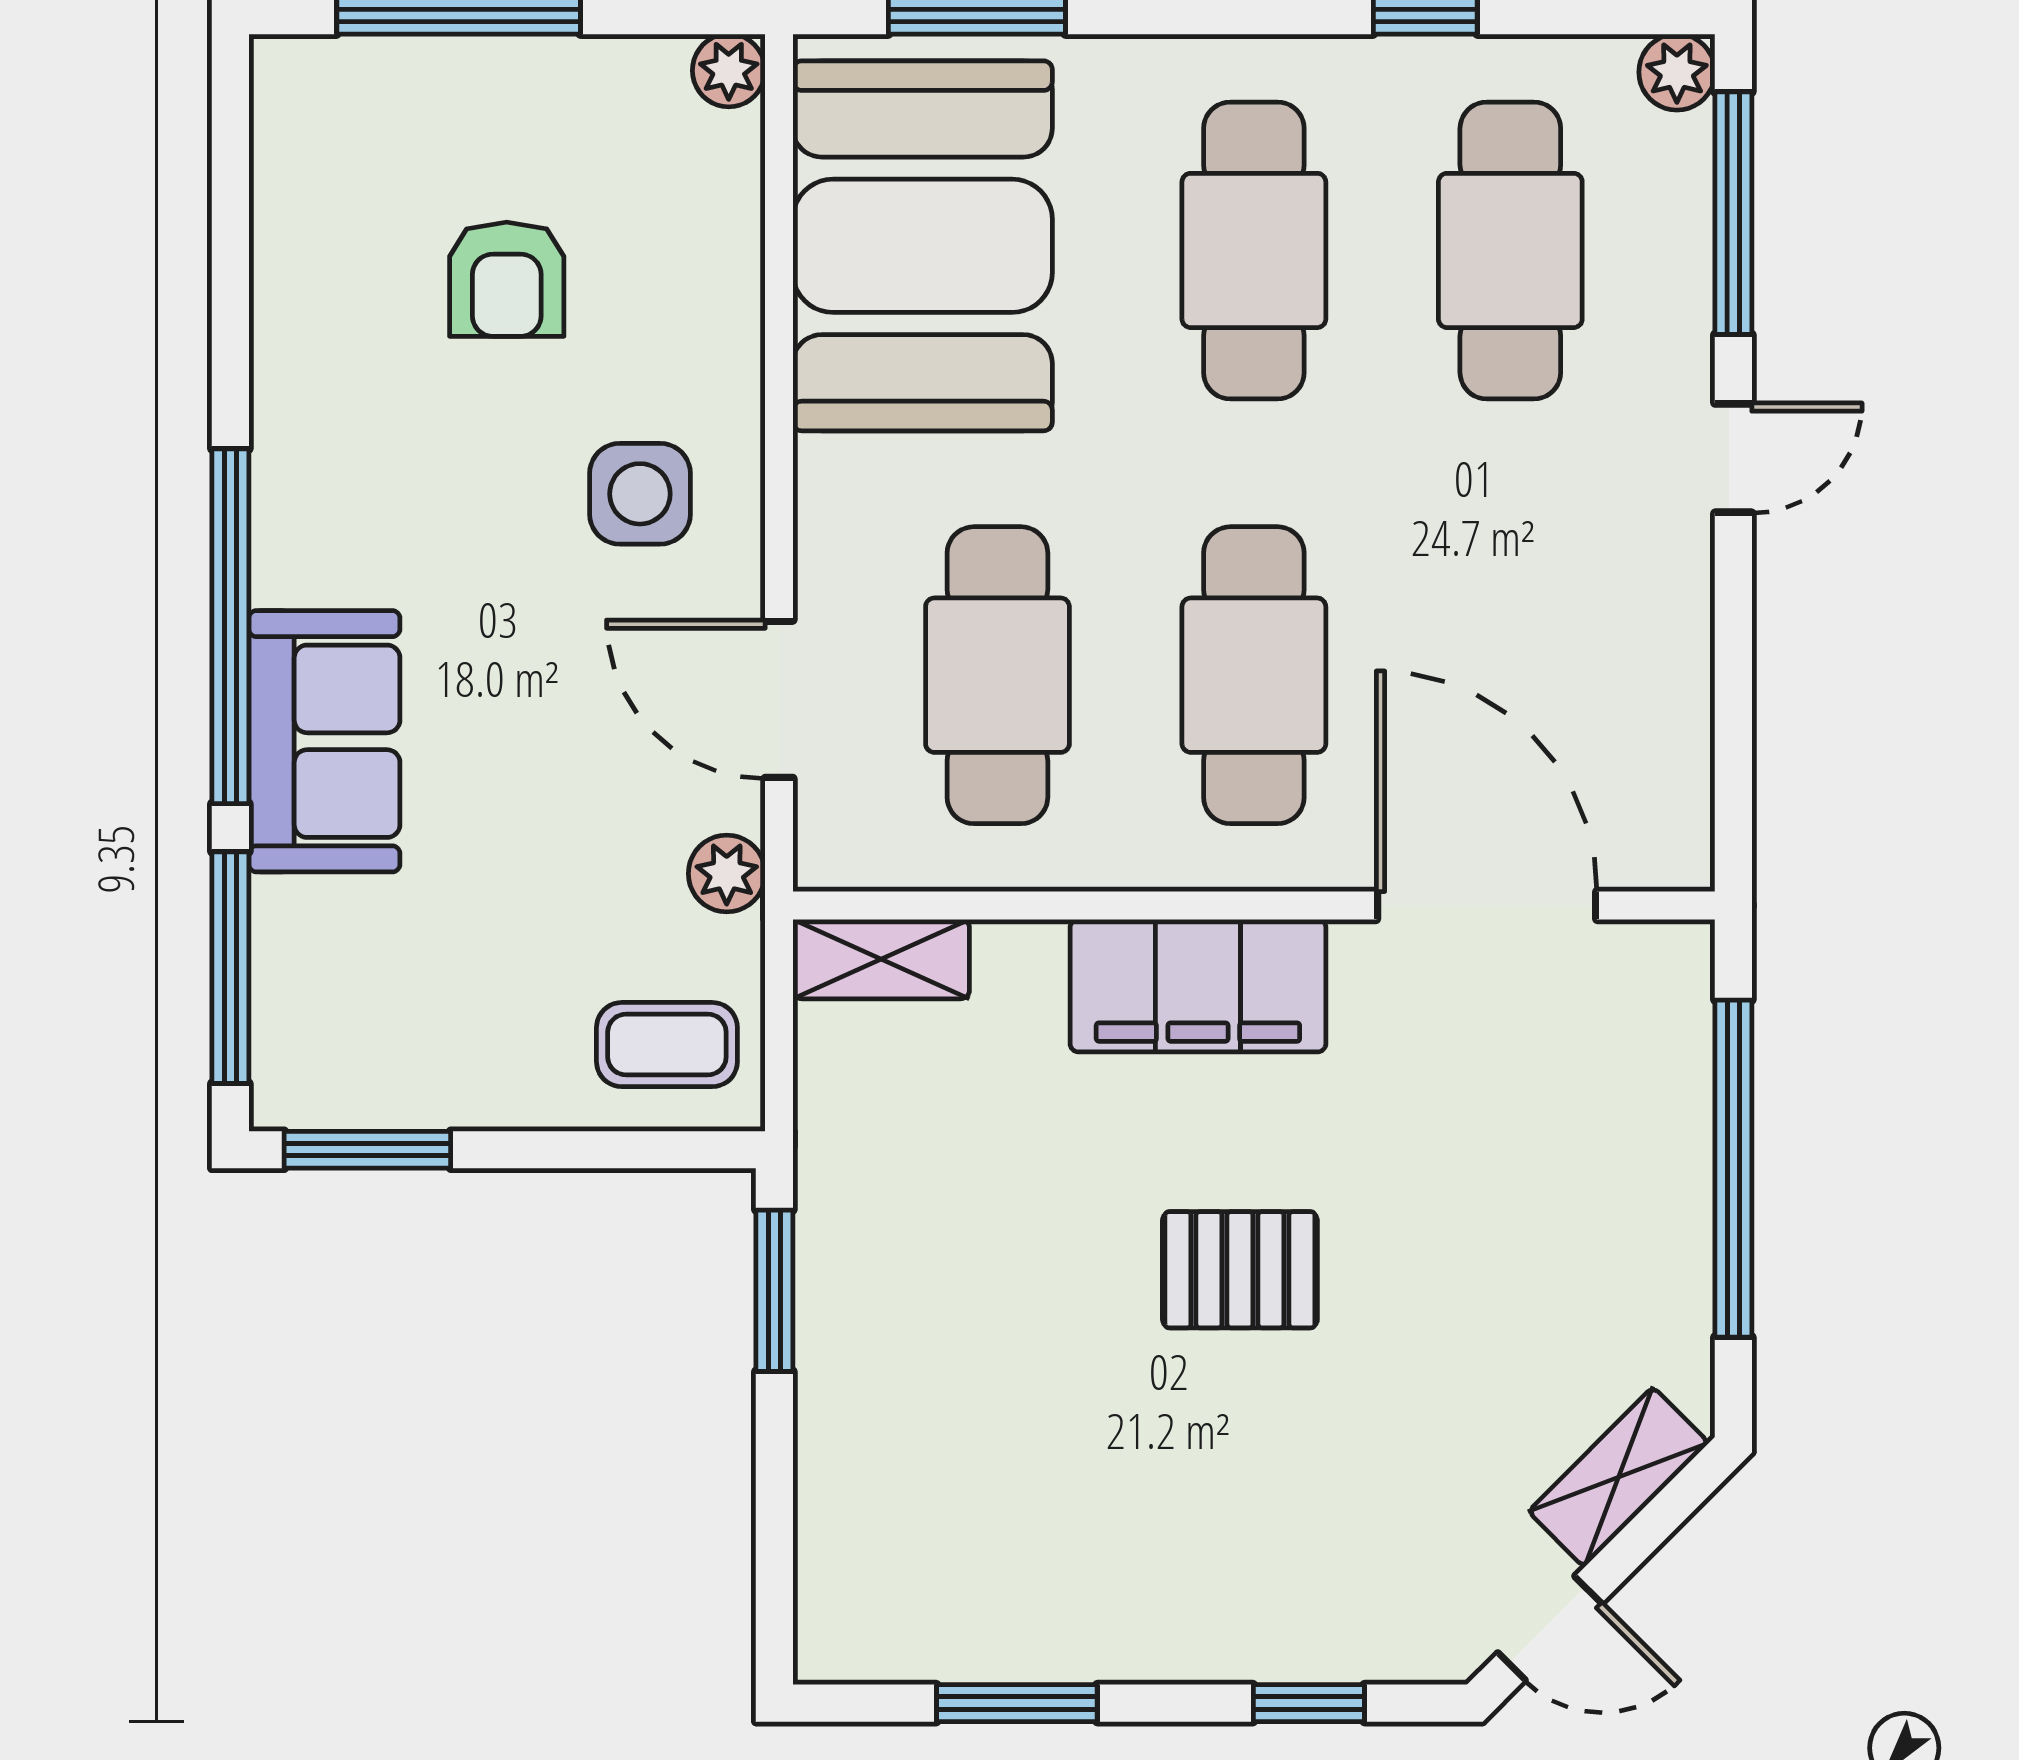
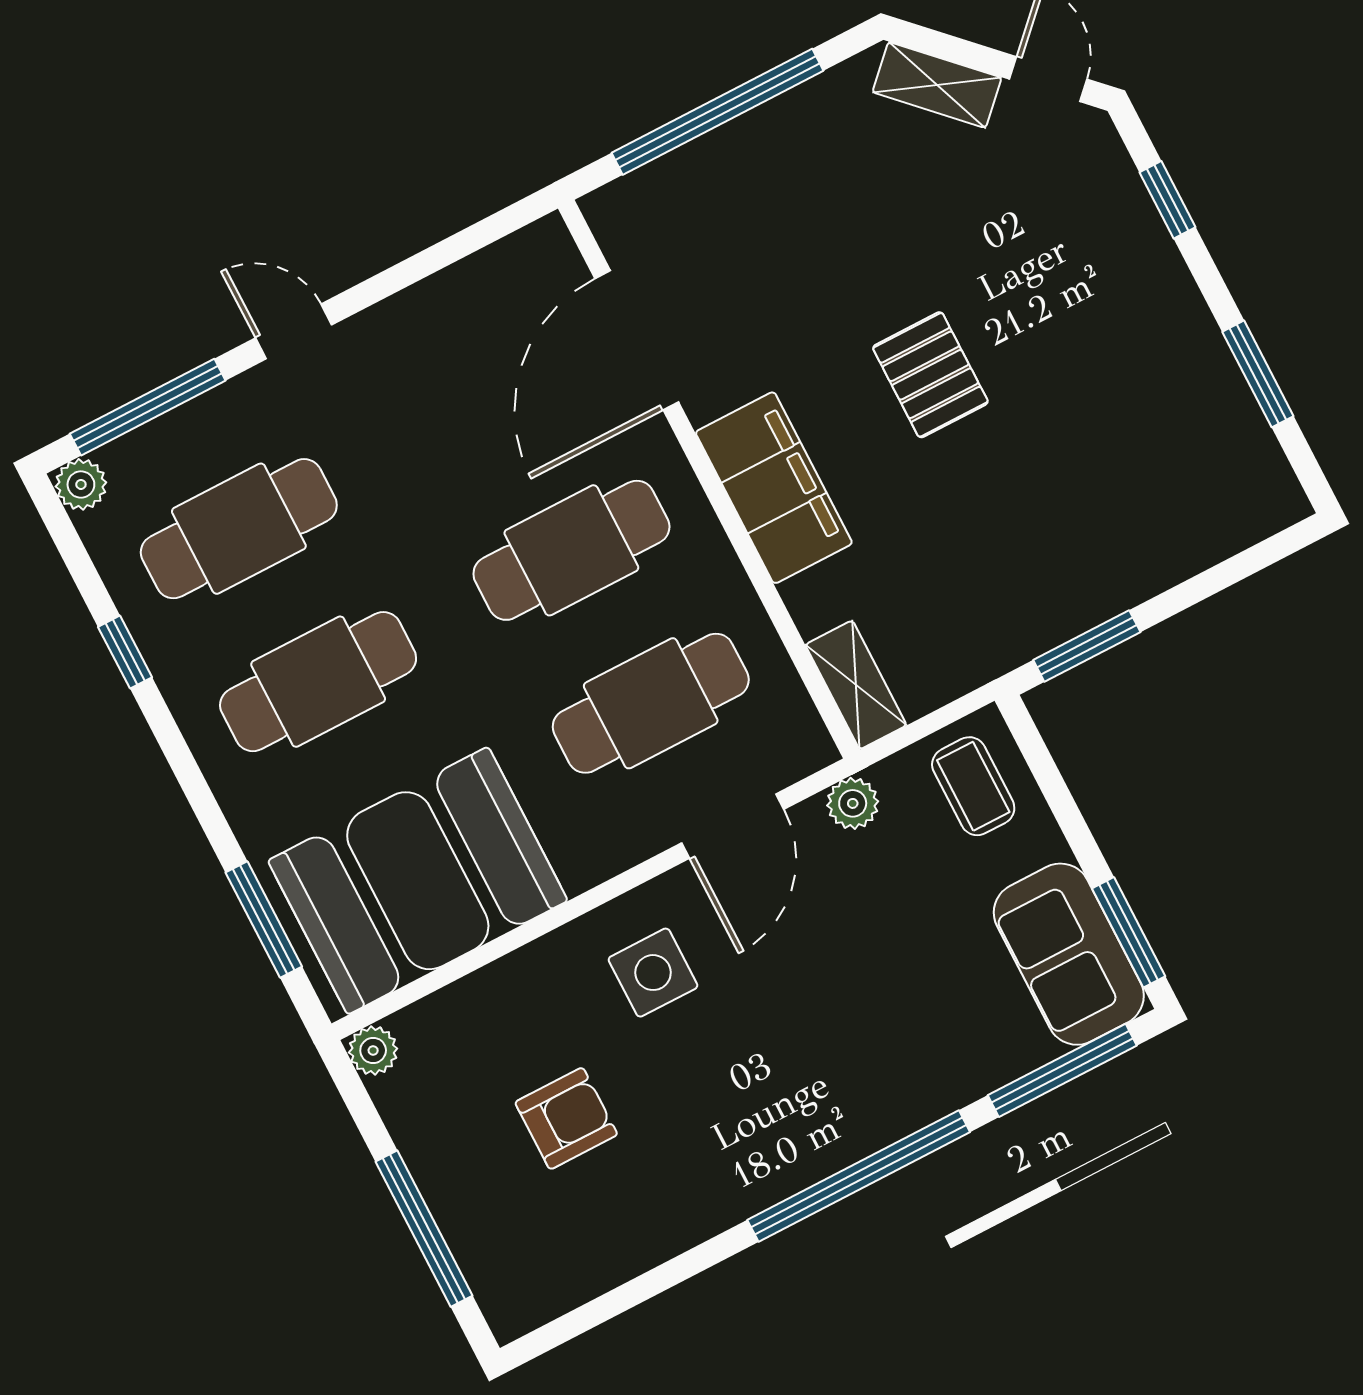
sofa: (324, 741) -> (1069, 954), moved, turned -90

